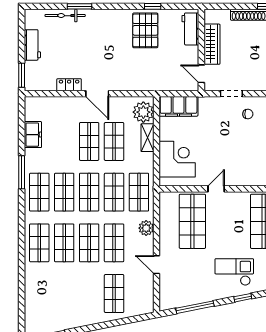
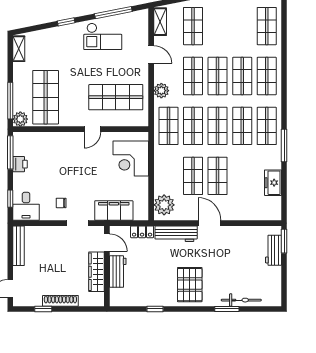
workbench: (190, 29) -> (118, 272), moved
pallet: (145, 30) -> (190, 285), moved
workbench: (32, 45) -> (273, 250), moved
workbench: (131, 83) -> (176, 234), added
locker: (69, 85) -> (142, 232), moved
filing cabinet: (179, 106) -> (114, 211), moved
shelving: (147, 138) -> (160, 22), moved
shop shelf: (192, 221) -> (116, 97), turned 90
checkout: (234, 272) -> (103, 36), moved
shop shelf: (39, 293) -> (267, 26), added

